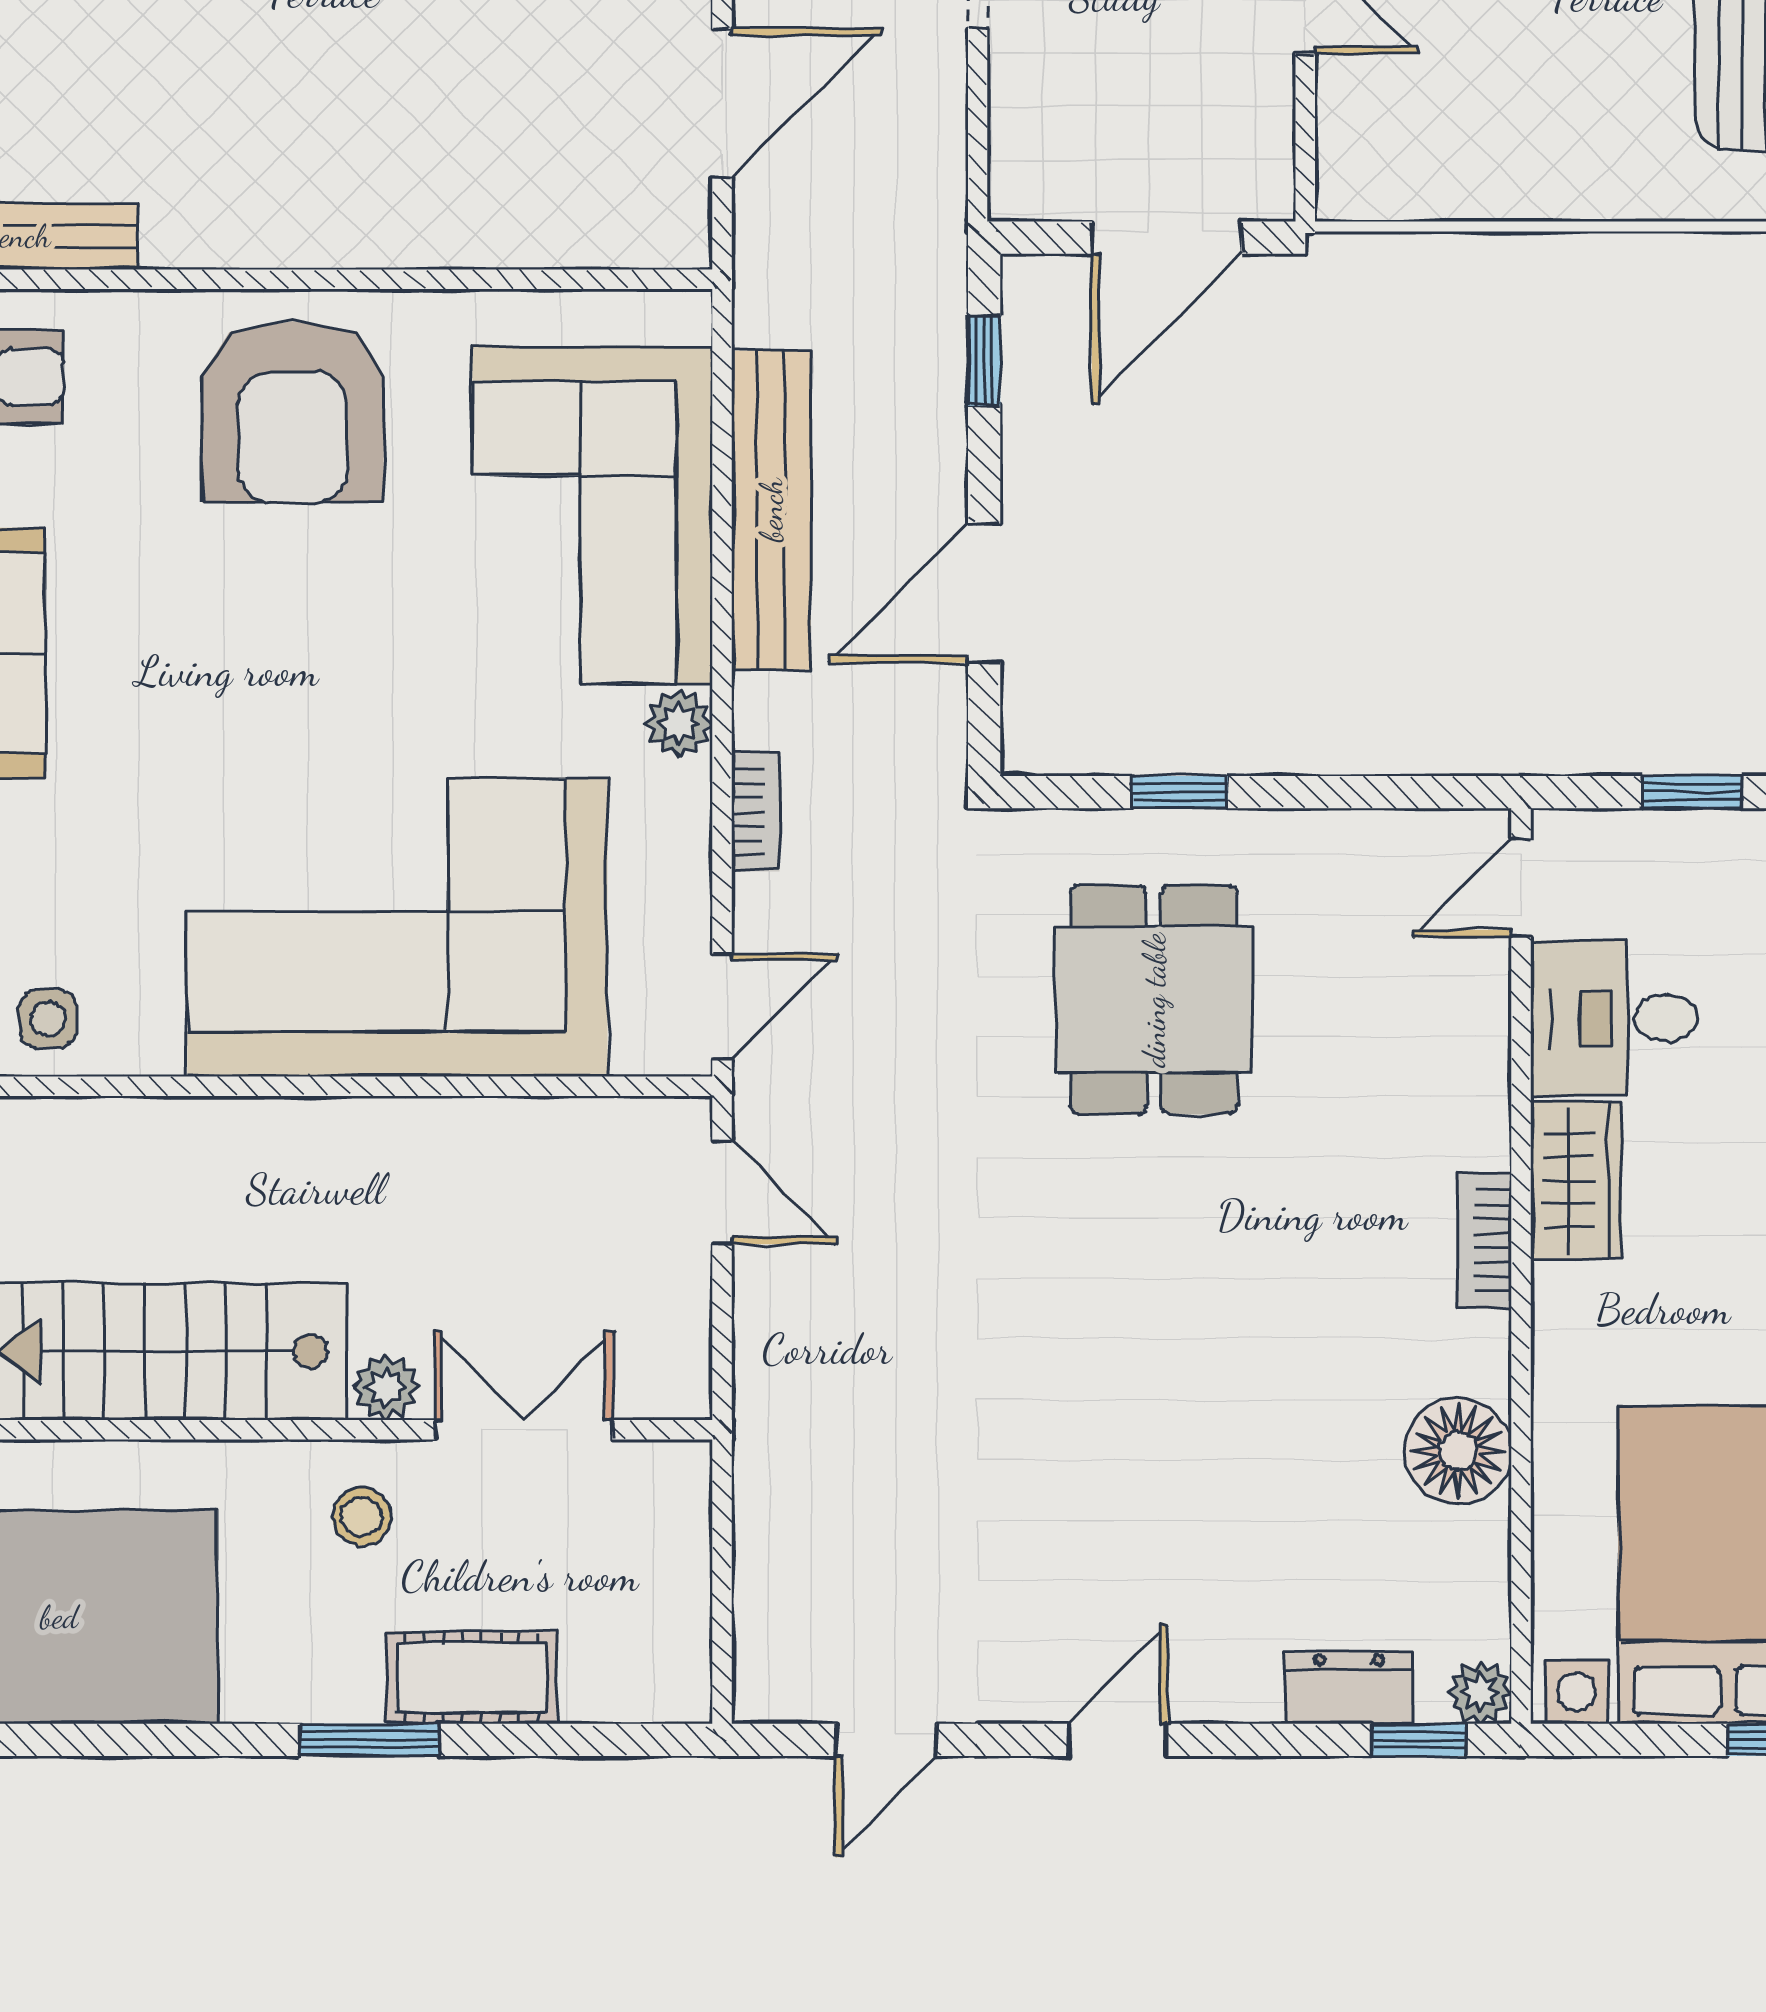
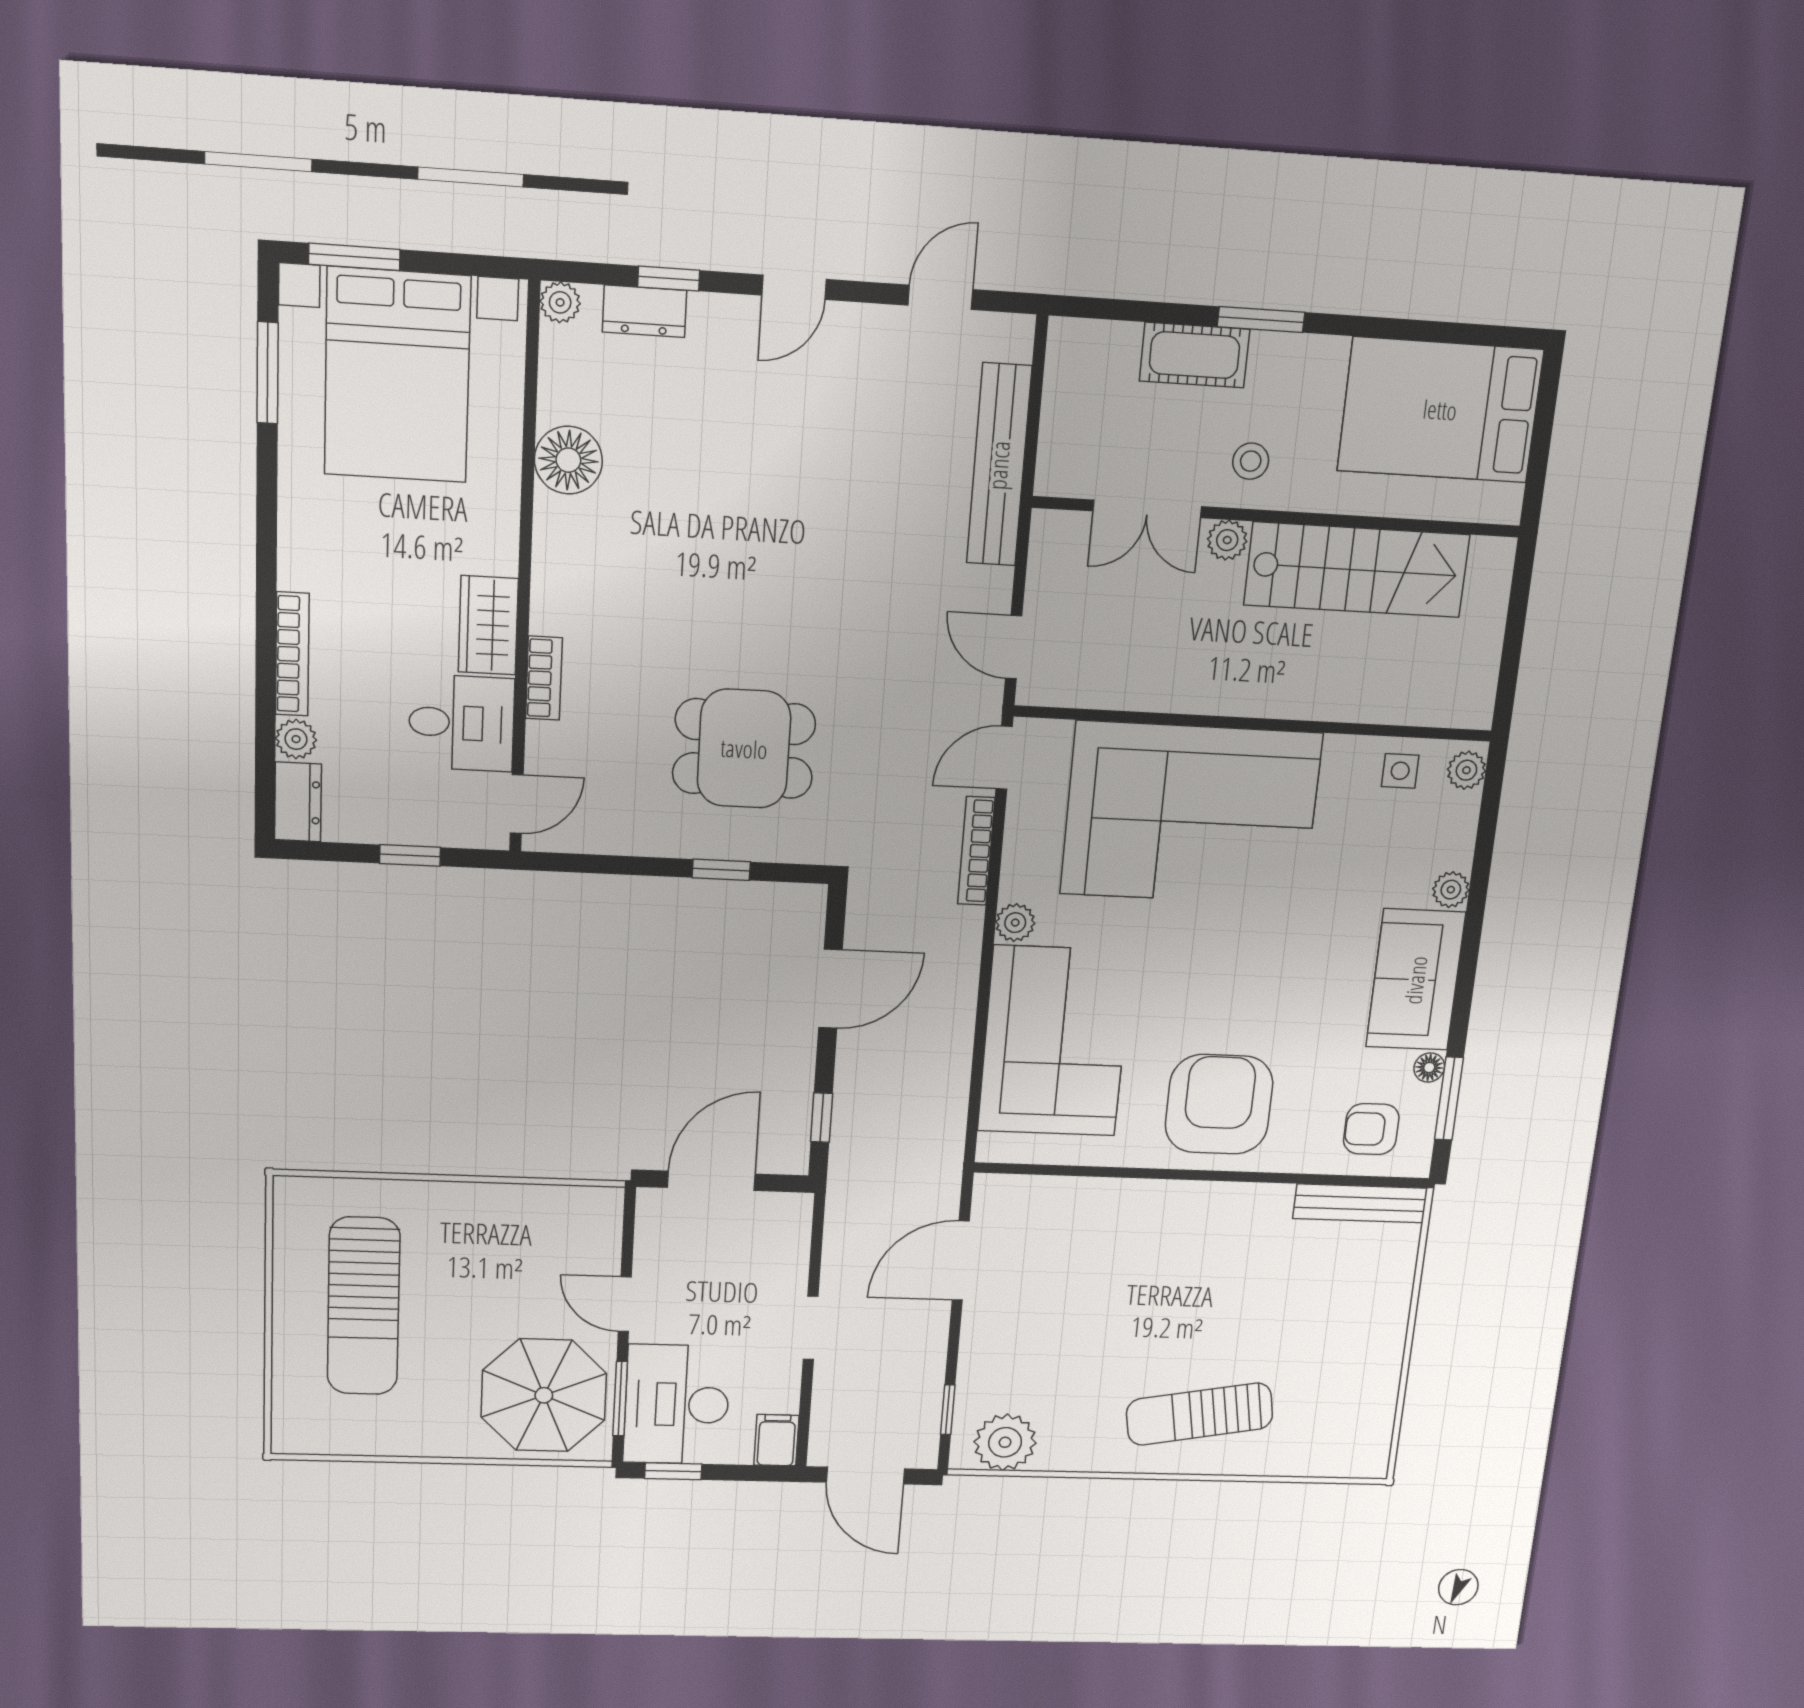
bench: (771, 510) -> (999, 465), moved
bookcase: (755, 812) -> (976, 851), width x1.56
dining table: (1154, 1000) -> (744, 749), turned 90
bookcase: (1484, 1240) -> (544, 678), moved
window: (1419, 1740) -> (669, 279), moved

